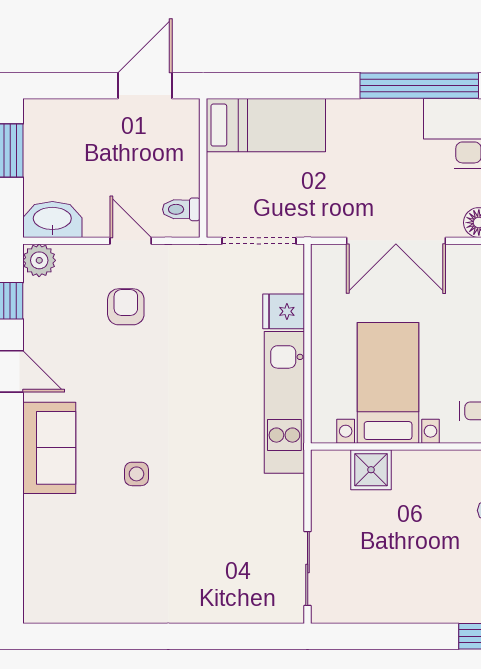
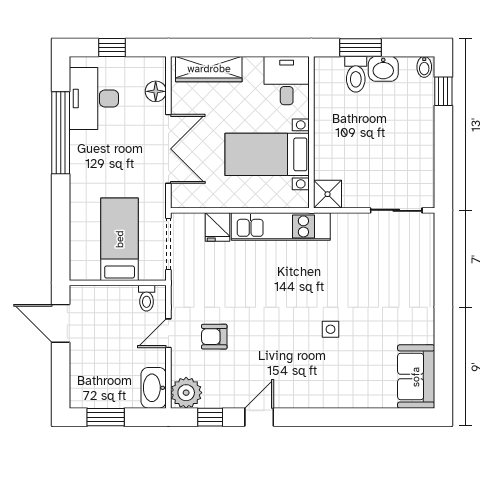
bed: (266, 125) -> (120, 239), moved
plant: (39, 260) -> (186, 393), width x1.36, depth x1.36
sofa: (49, 448) -> (416, 377), moved, turned -90
shower: (371, 470) -> (328, 194), moved

